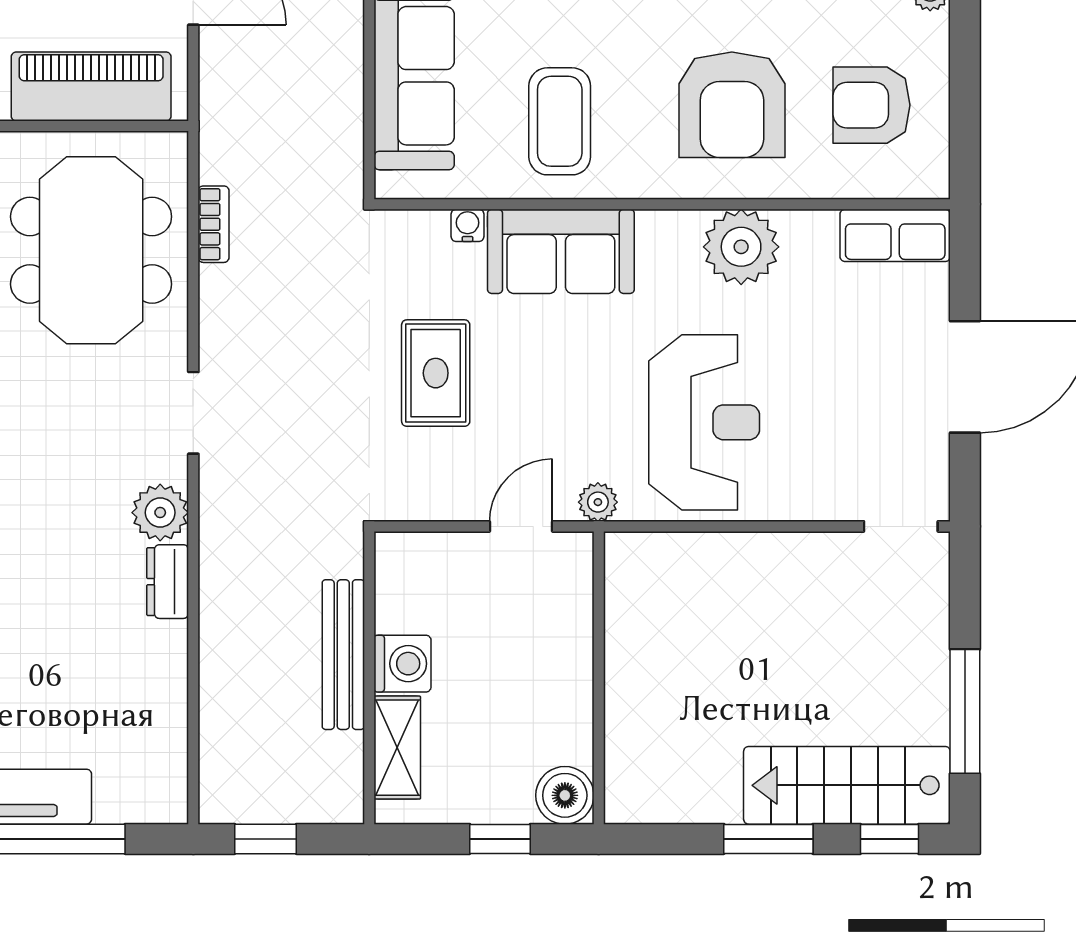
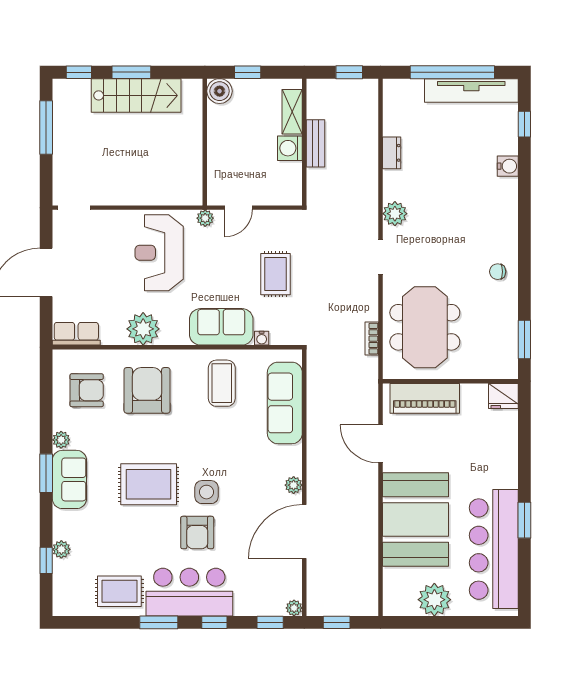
dresser: (168, 582) -> (392, 153), moved
bench: (343, 655) -> (316, 143), width x0.73
stairs: (847, 785) -> (136, 95), moved

